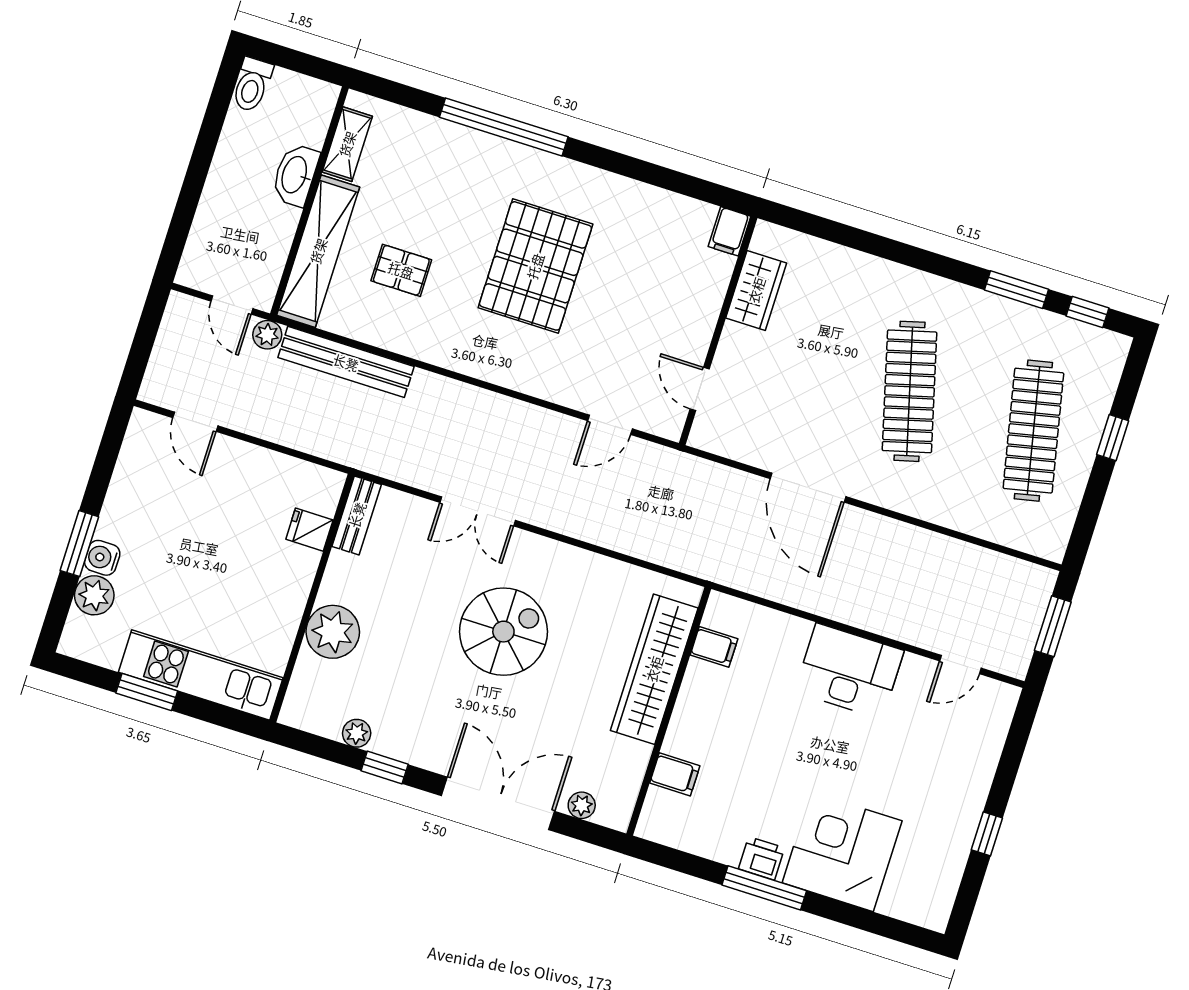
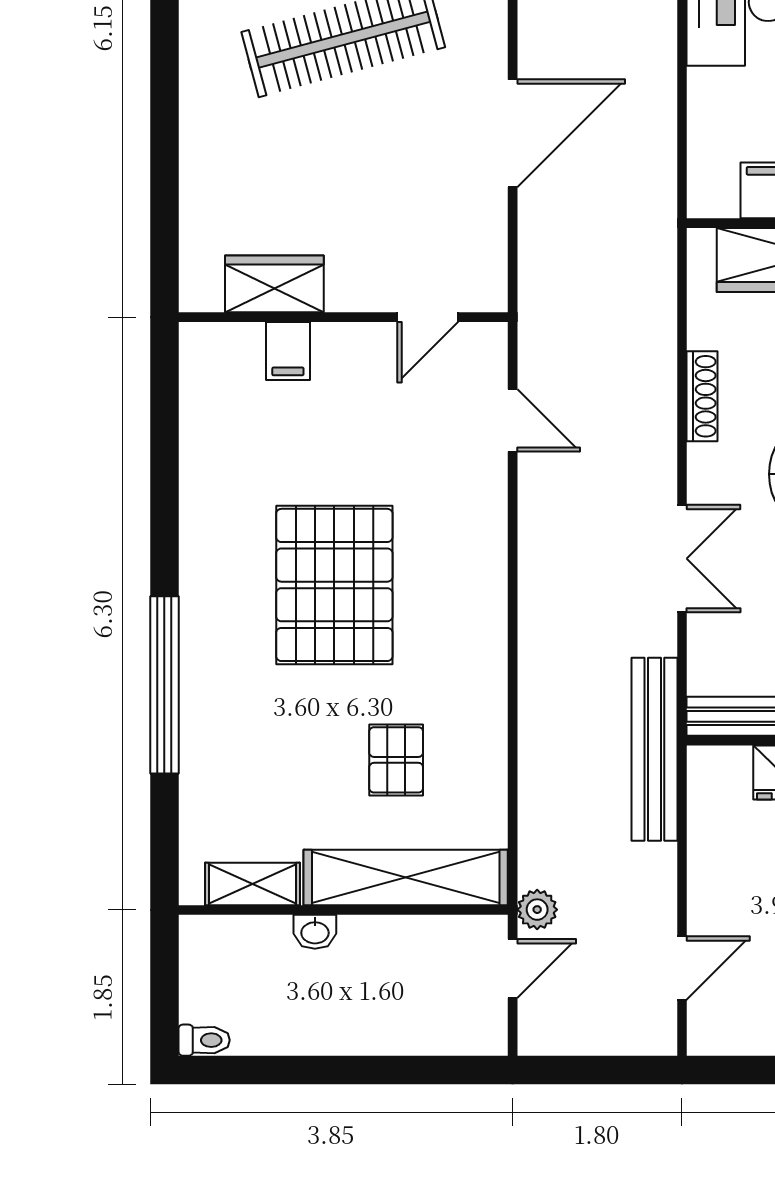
toilet: (252, 85) -> (204, 1040), width x0.73, depth x0.72
washbasin: (295, 175) -> (315, 932), width x0.52, depth x0.69
filing cabinet: (729, 231) -> (288, 351), moved, turned 90
pallet: (535, 266) -> (334, 585), turned 90
bench: (346, 362) -> (654, 749), moved
shoe rack: (585, 561) -> (702, 396), added

